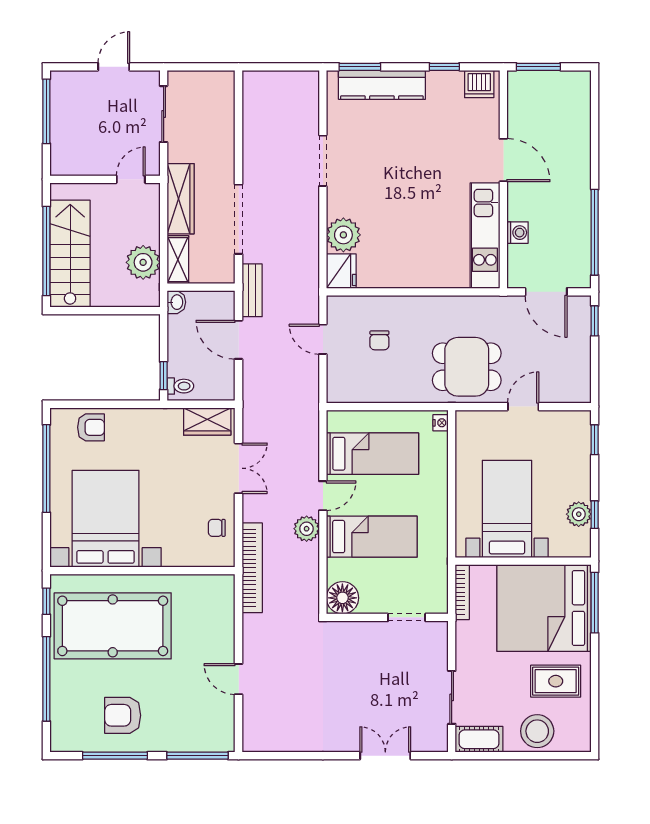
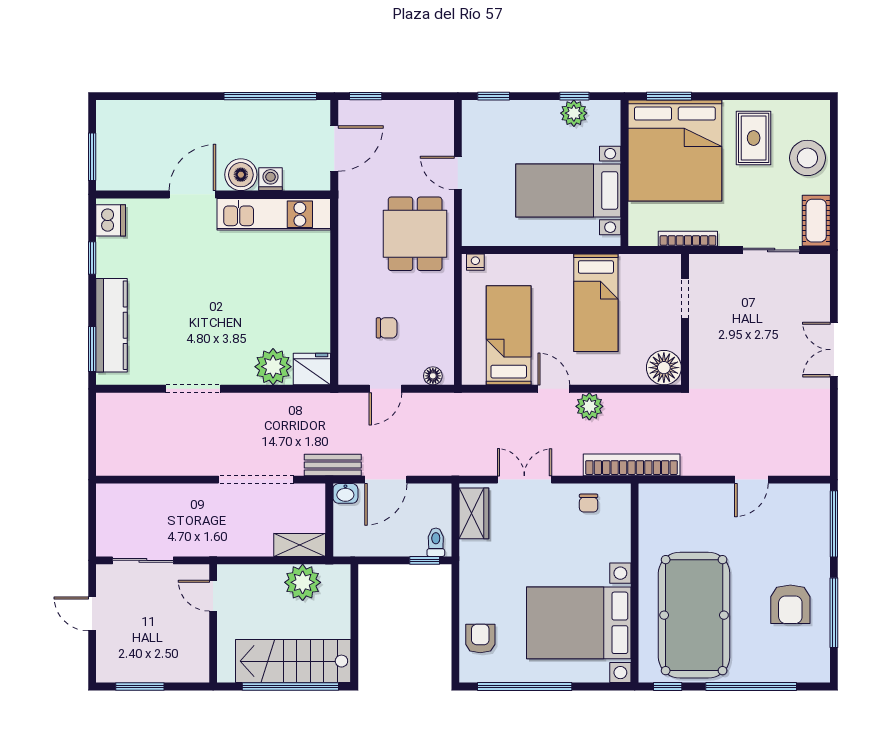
window: (46, 111) -> (140, 687), width x0.69
wardrobe: (181, 199) -> (234, 542), removed
boiler: (522, 205) -> (241, 175), added
washbasin: (176, 302) -> (345, 493), moved, turned 180
floor lamp: (335, 383) -> (433, 376), added
bed: (372, 537) -> (596, 303), moved, turned 180
bookcase: (462, 592) -> (688, 239), moved
window: (595, 603) -> (669, 96), width x0.69
double door: (385, 756) -> (834, 350), moved

